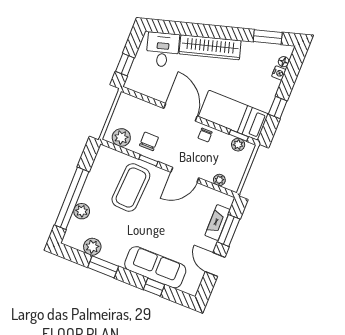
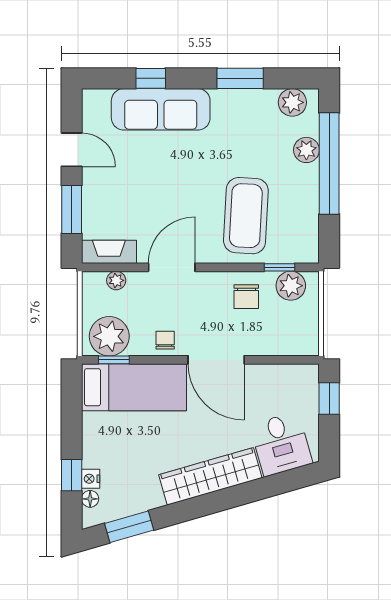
window: (278, 107) -> (72, 475), moved
plant: (238, 145) -> (109, 336), width x1.87, depth x1.87
window: (148, 160) -> (279, 267), moved
fireplace: (218, 223) -> (109, 252), moved, turned -90
plant: (92, 247) -> (292, 102), moved

